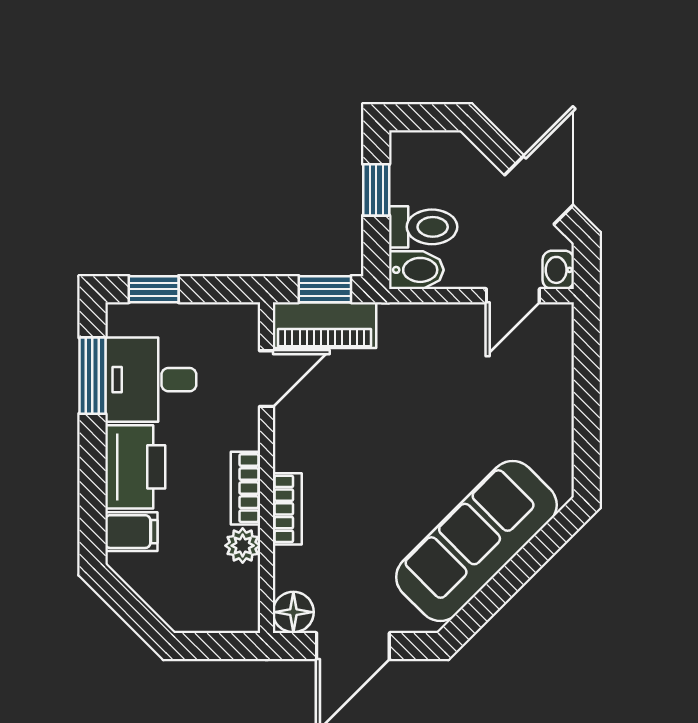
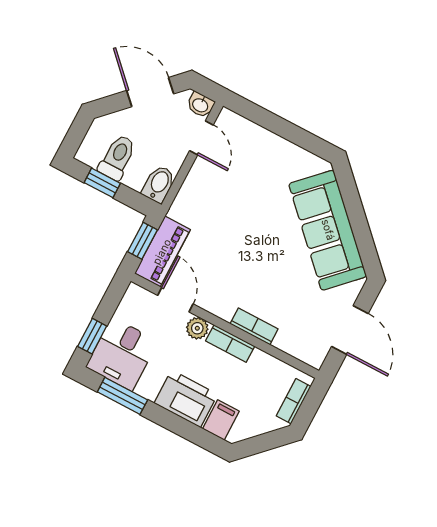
toilet: (423, 227) -> (117, 157), moved
desk: (151, 380) -> (122, 354), moved
plant: (243, 546) -> (197, 328), moved
floor lamp: (293, 612) -> (313, 353), removed
bookcase: (212, 620) -> (294, 401), added

